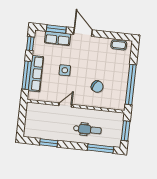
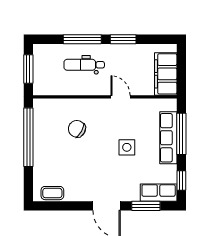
row of seats: (58, 38) -> (159, 193), moved
door: (65, 105) -> (120, 97), swing flipped
filing cabinet: (33, 117) -> (166, 74), added
window: (49, 143) -> (123, 39), moved
window: (101, 149) -> (82, 39), moved

